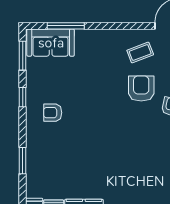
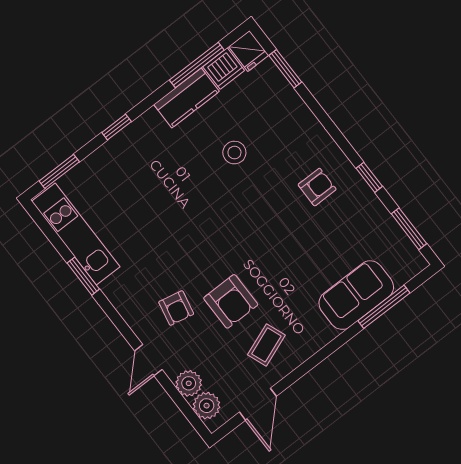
sofa: (51, 43) -> (356, 295), moved
window: (23, 161) -> (285, 69), moved
stool: (81, 162) -> (234, 153), added

